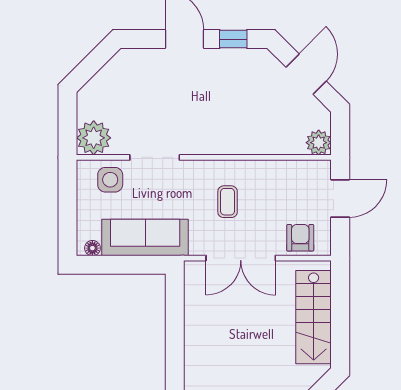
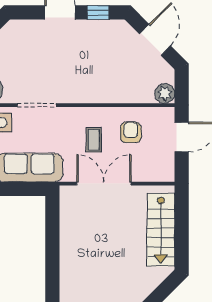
armchair: (300, 238) -> (131, 132), moved
double door: (241, 258) -> (104, 184), swing flipped

